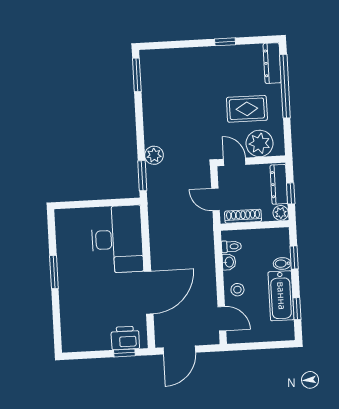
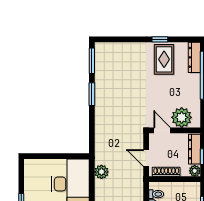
rug: (247, 109) -> (164, 59), moved, turned 90
plant: (154, 155) -> (101, 172), moved
window: (142, 176) -> (92, 94), moved

